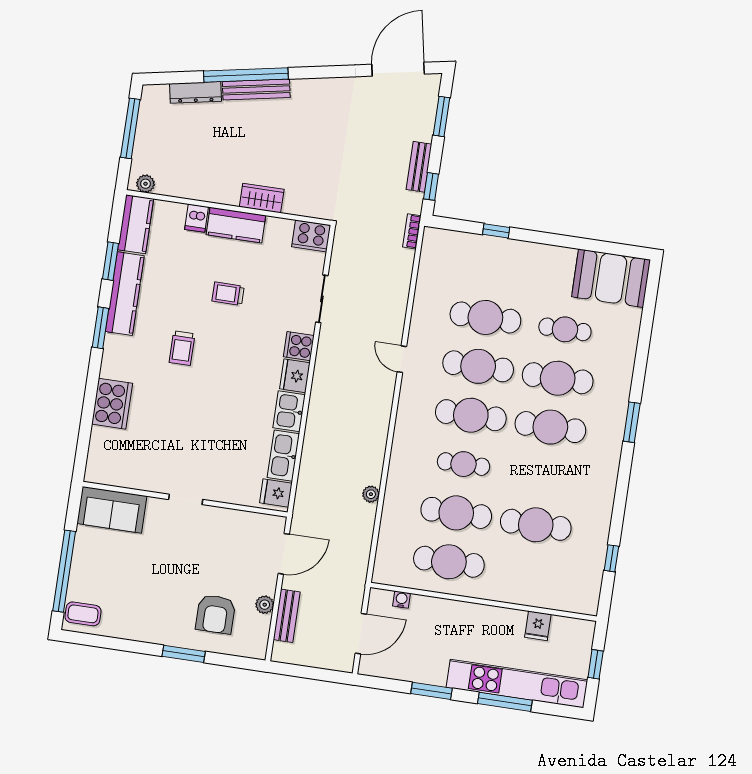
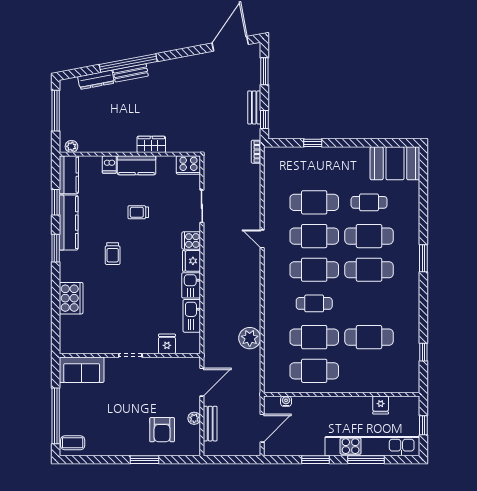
bench: (256, 90) -> (131, 73), width x0.73
fridge: (276, 493) -> (167, 344), moved, turned 90
plant: (371, 494) -> (250, 338), width x1.87, depth x1.87

